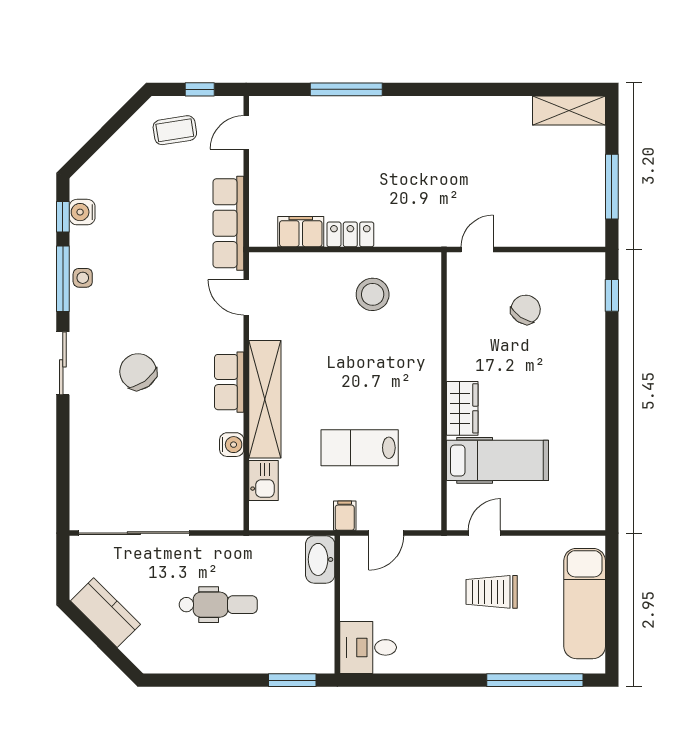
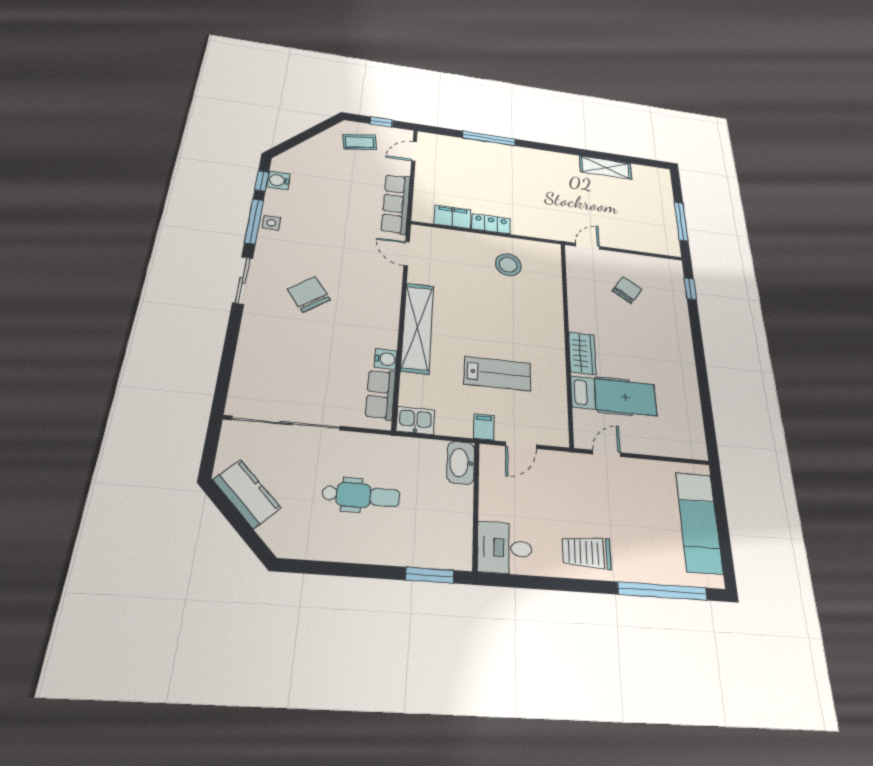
shelving: (569, 110) -> (606, 168), moved
row of seats: (229, 382) -> (381, 394), moved
lab bench: (360, 448) -> (497, 374), turned 180
kitchen sink: (263, 480) -> (415, 421), moved, turned -90
trolley: (492, 592) -> (587, 552), moved

